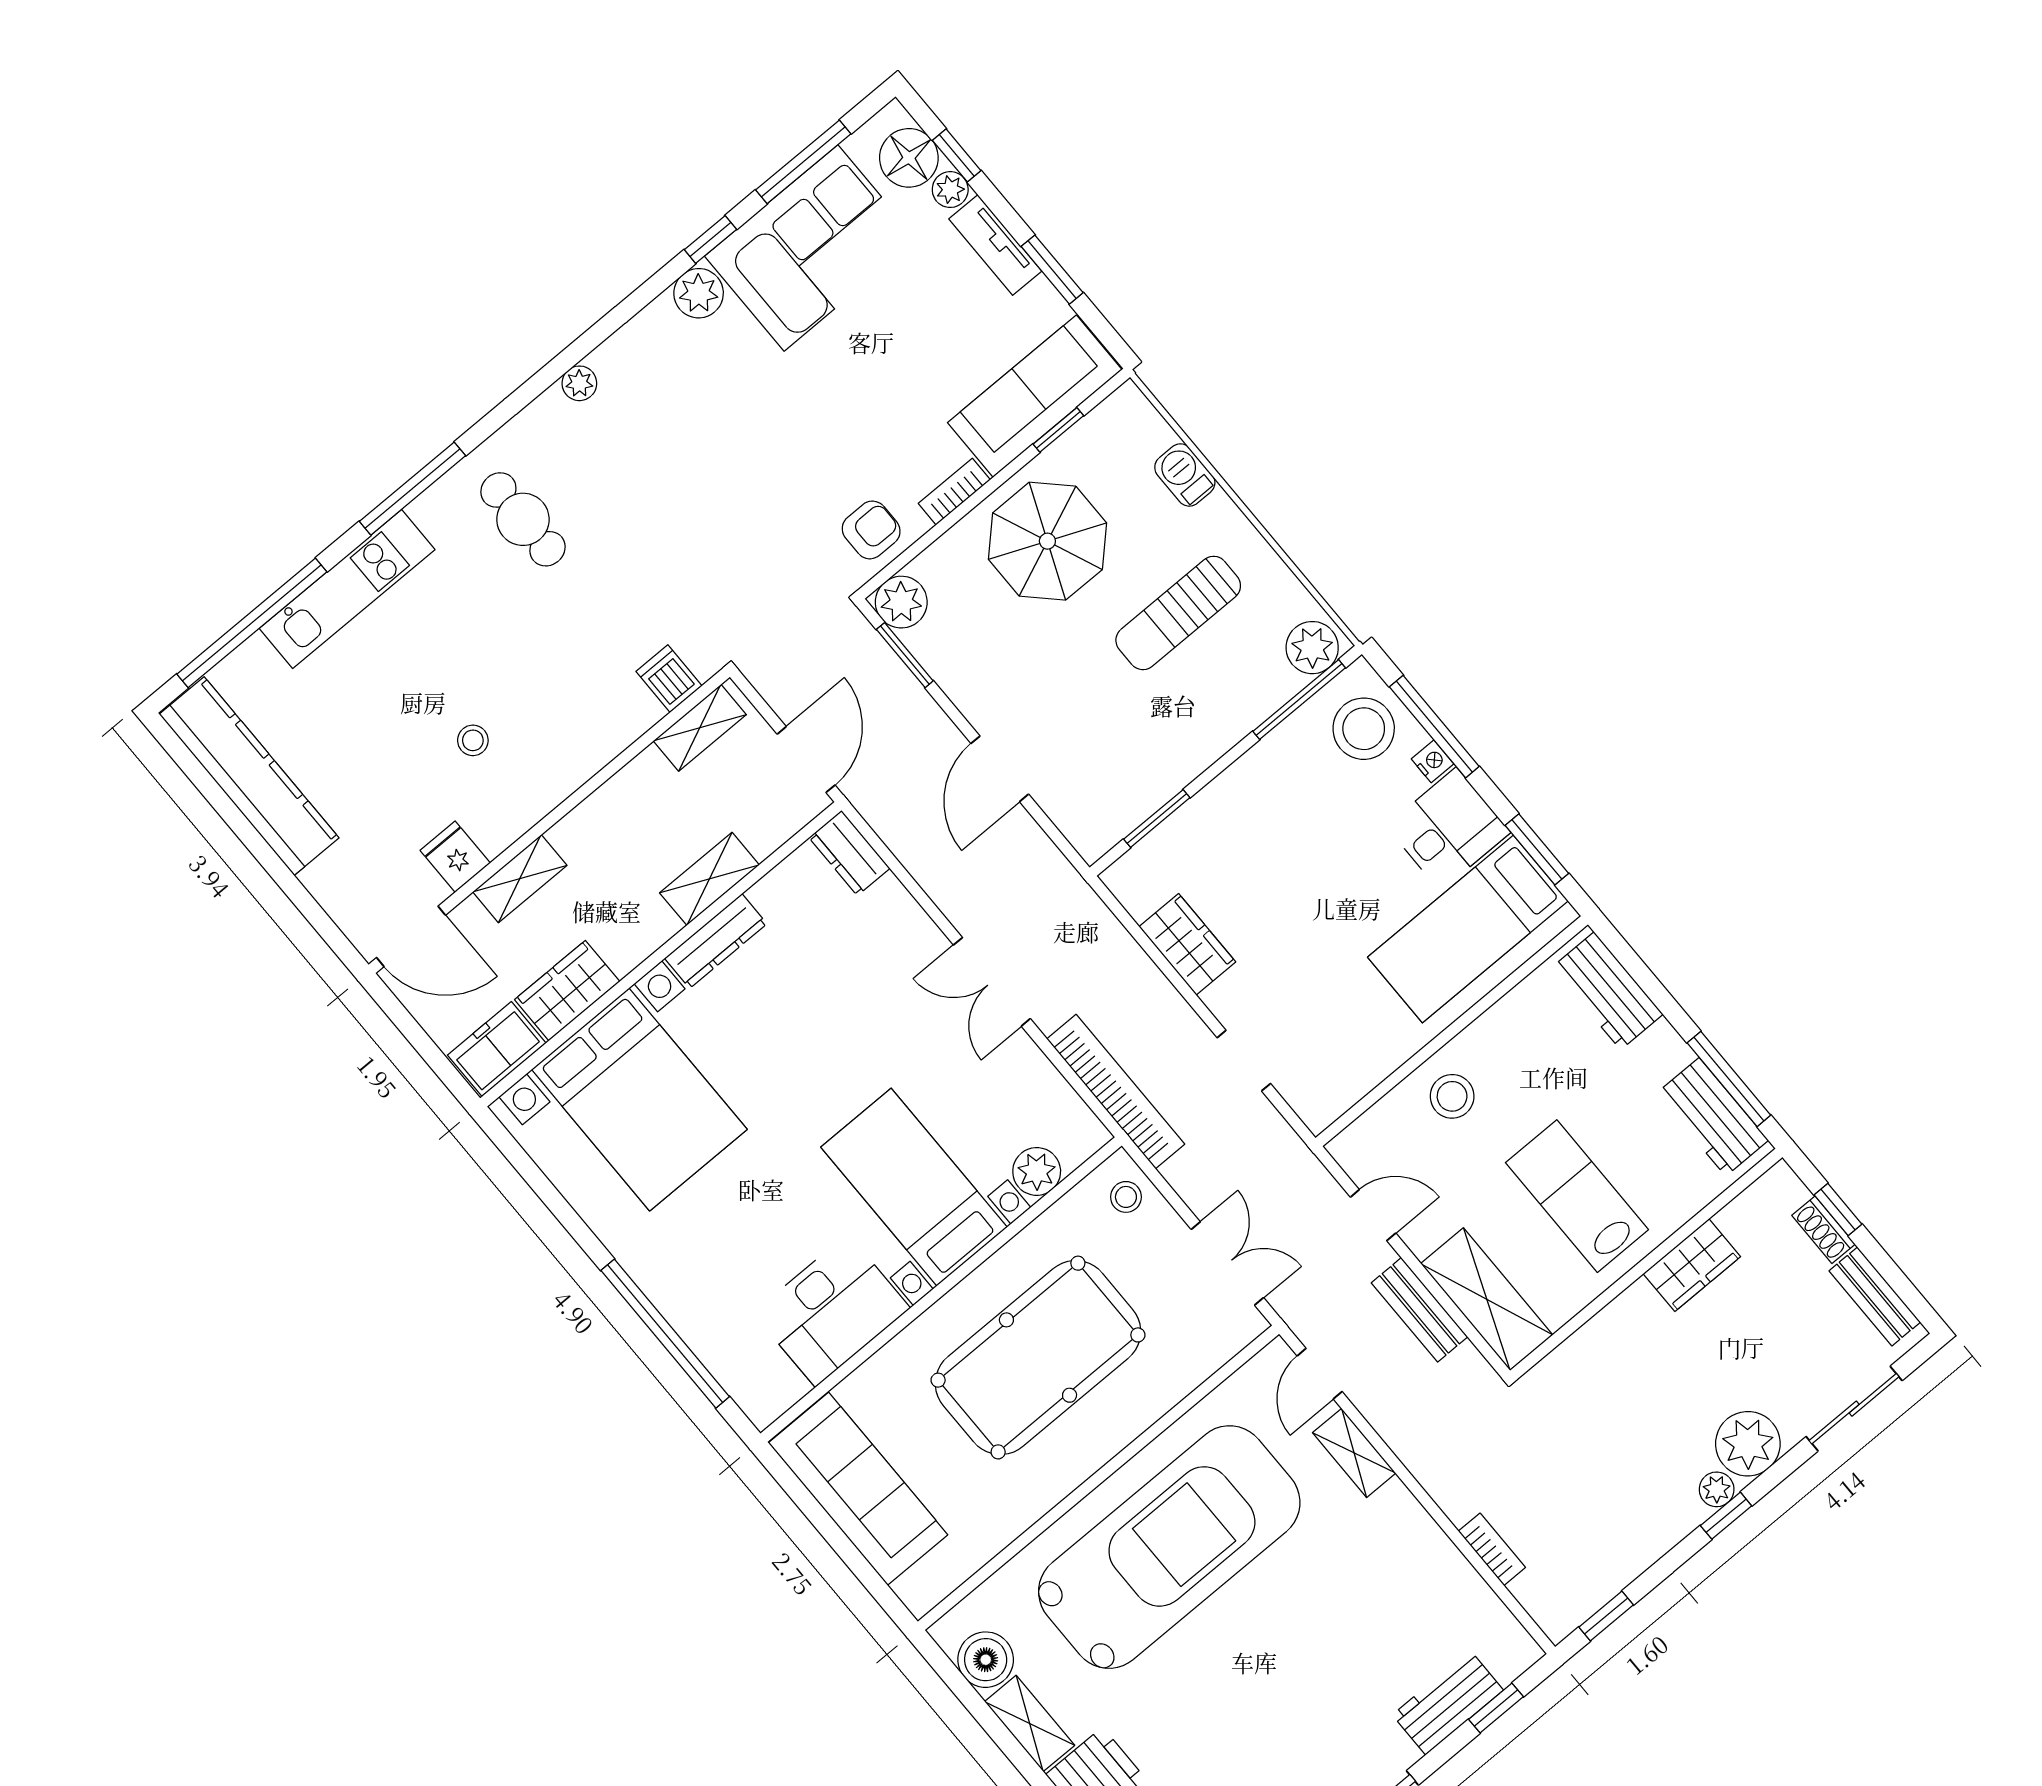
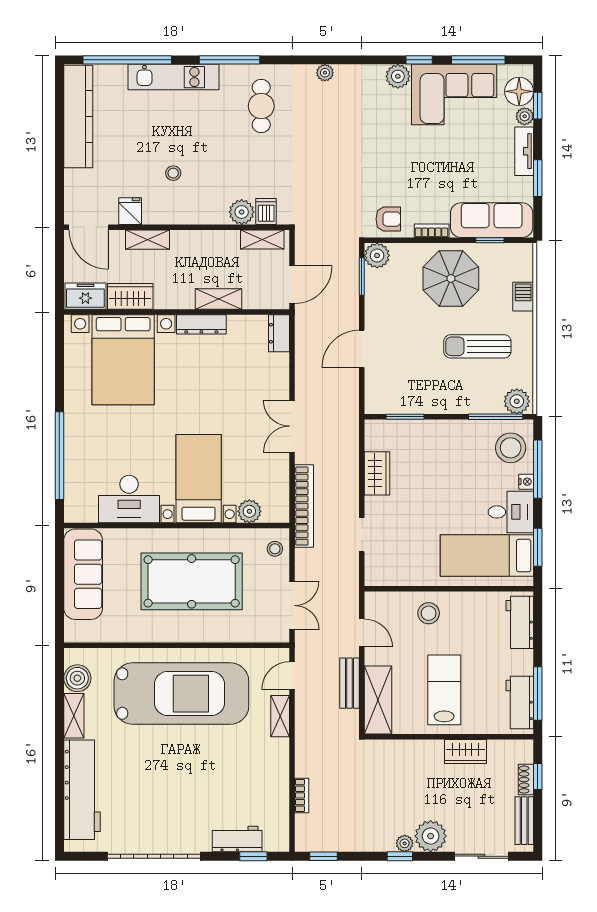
plant: (631, 712) -> (242, 212), added

